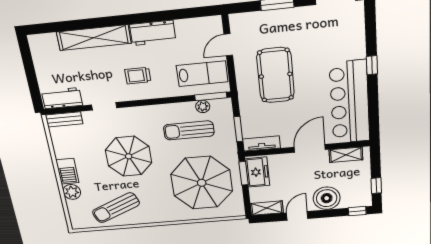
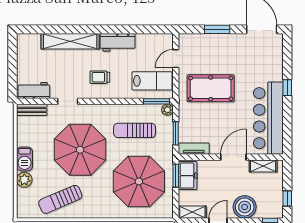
pool table: (276, 75) -> (211, 88), turned 90
plant: (203, 106) -> (167, 110), moved
parasol: (129, 156) -> (80, 150), width x1.36, depth x1.36

